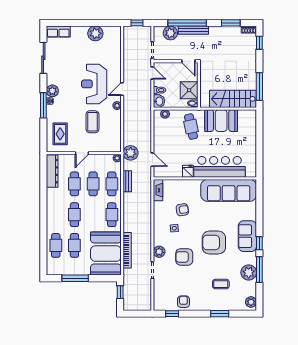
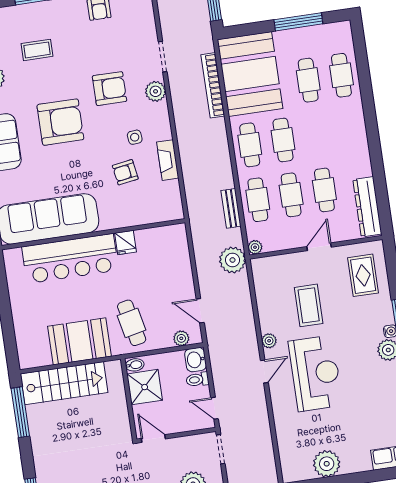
door: (152, 160) -> (200, 311), moved
fireplace: (158, 190) -> (168, 160), moved
cafe table: (74, 215) -> (283, 140), moved

